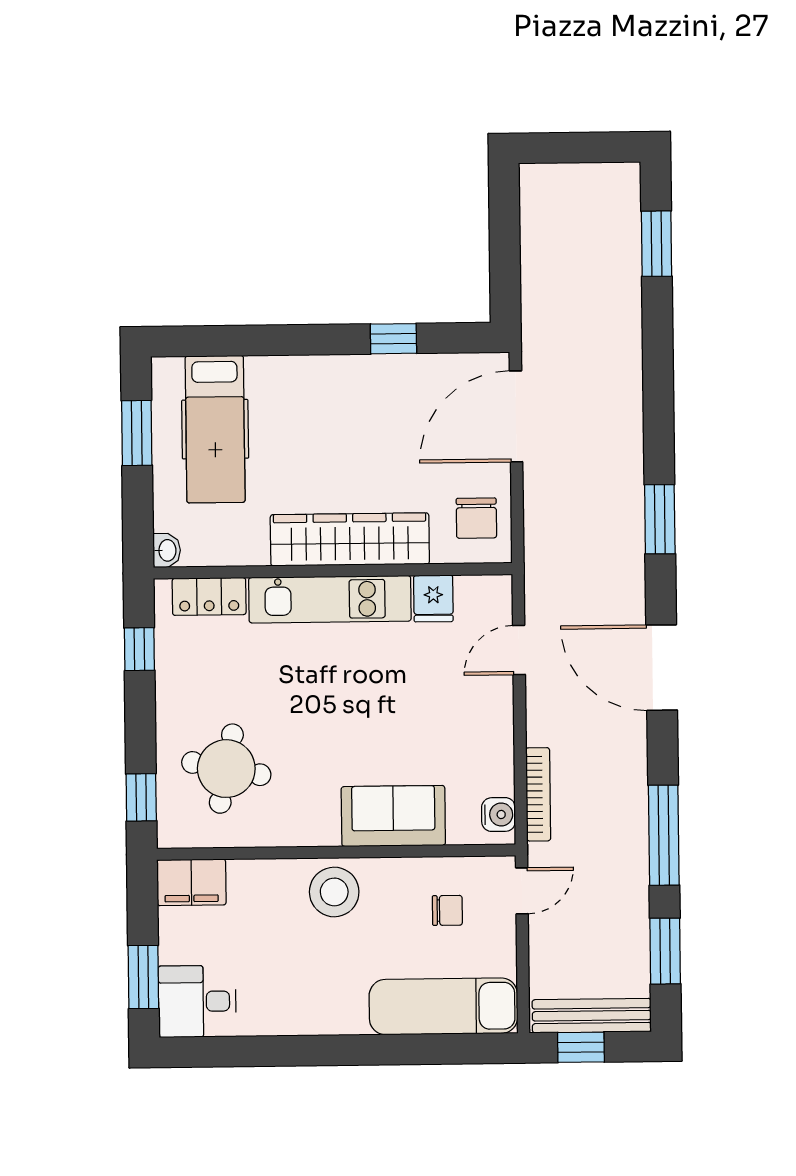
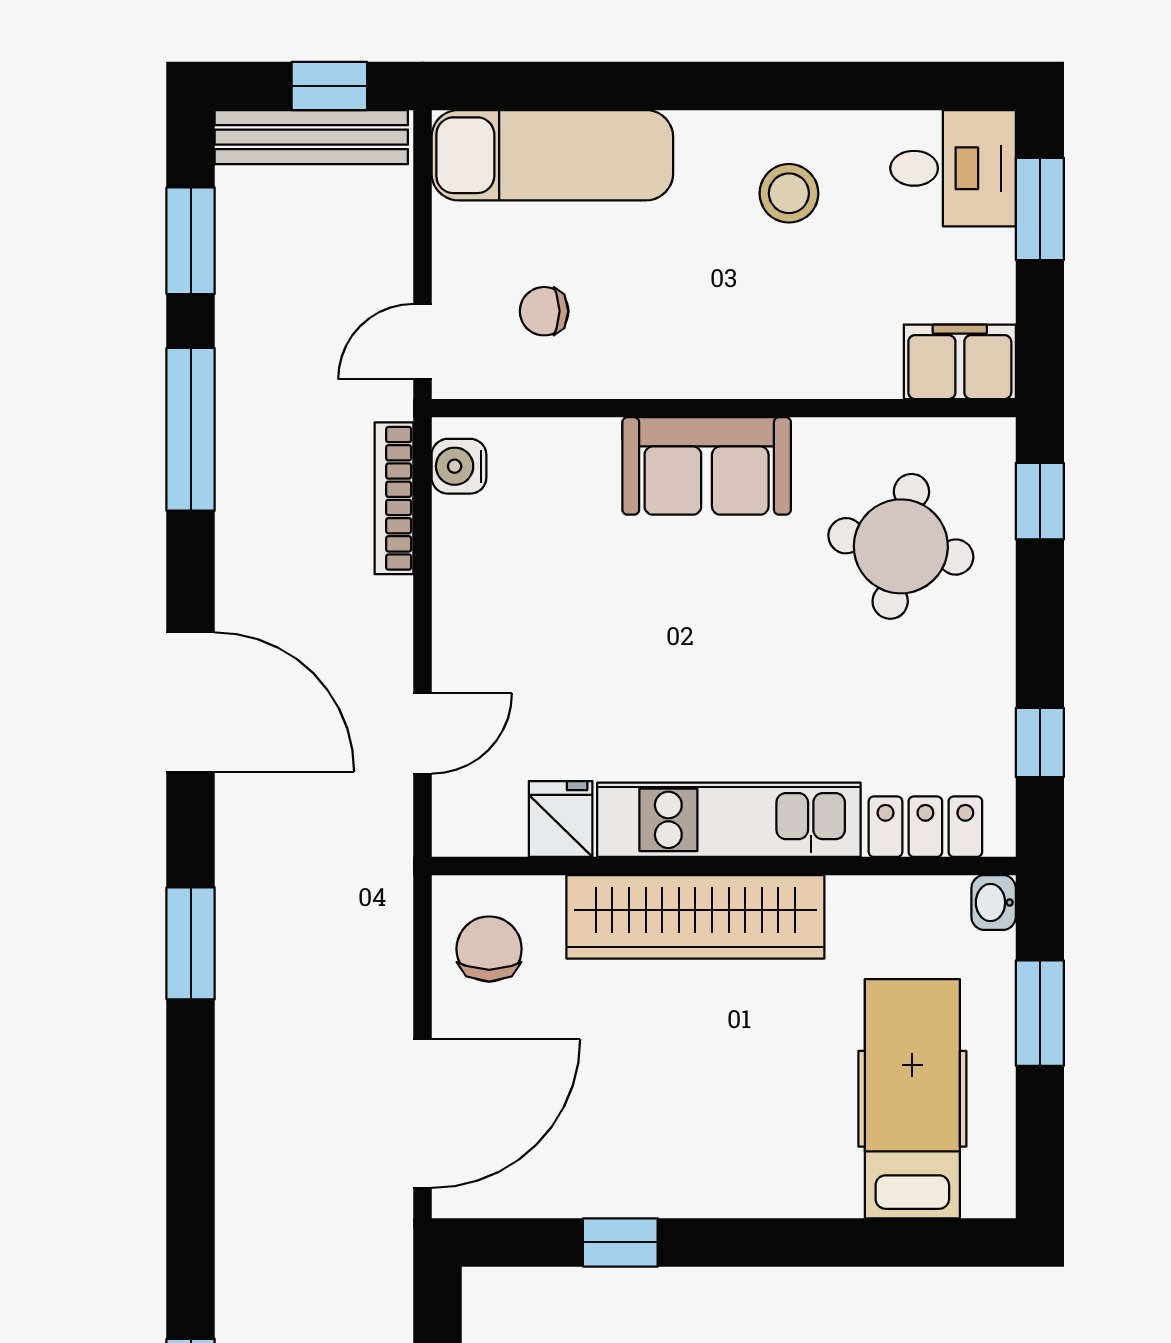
window: (137, 433) -> (1040, 1013), moved
sofa: (393, 816) -> (707, 466), moved
stool: (334, 892) -> (789, 193), moved, width x0.73, depth x0.73

